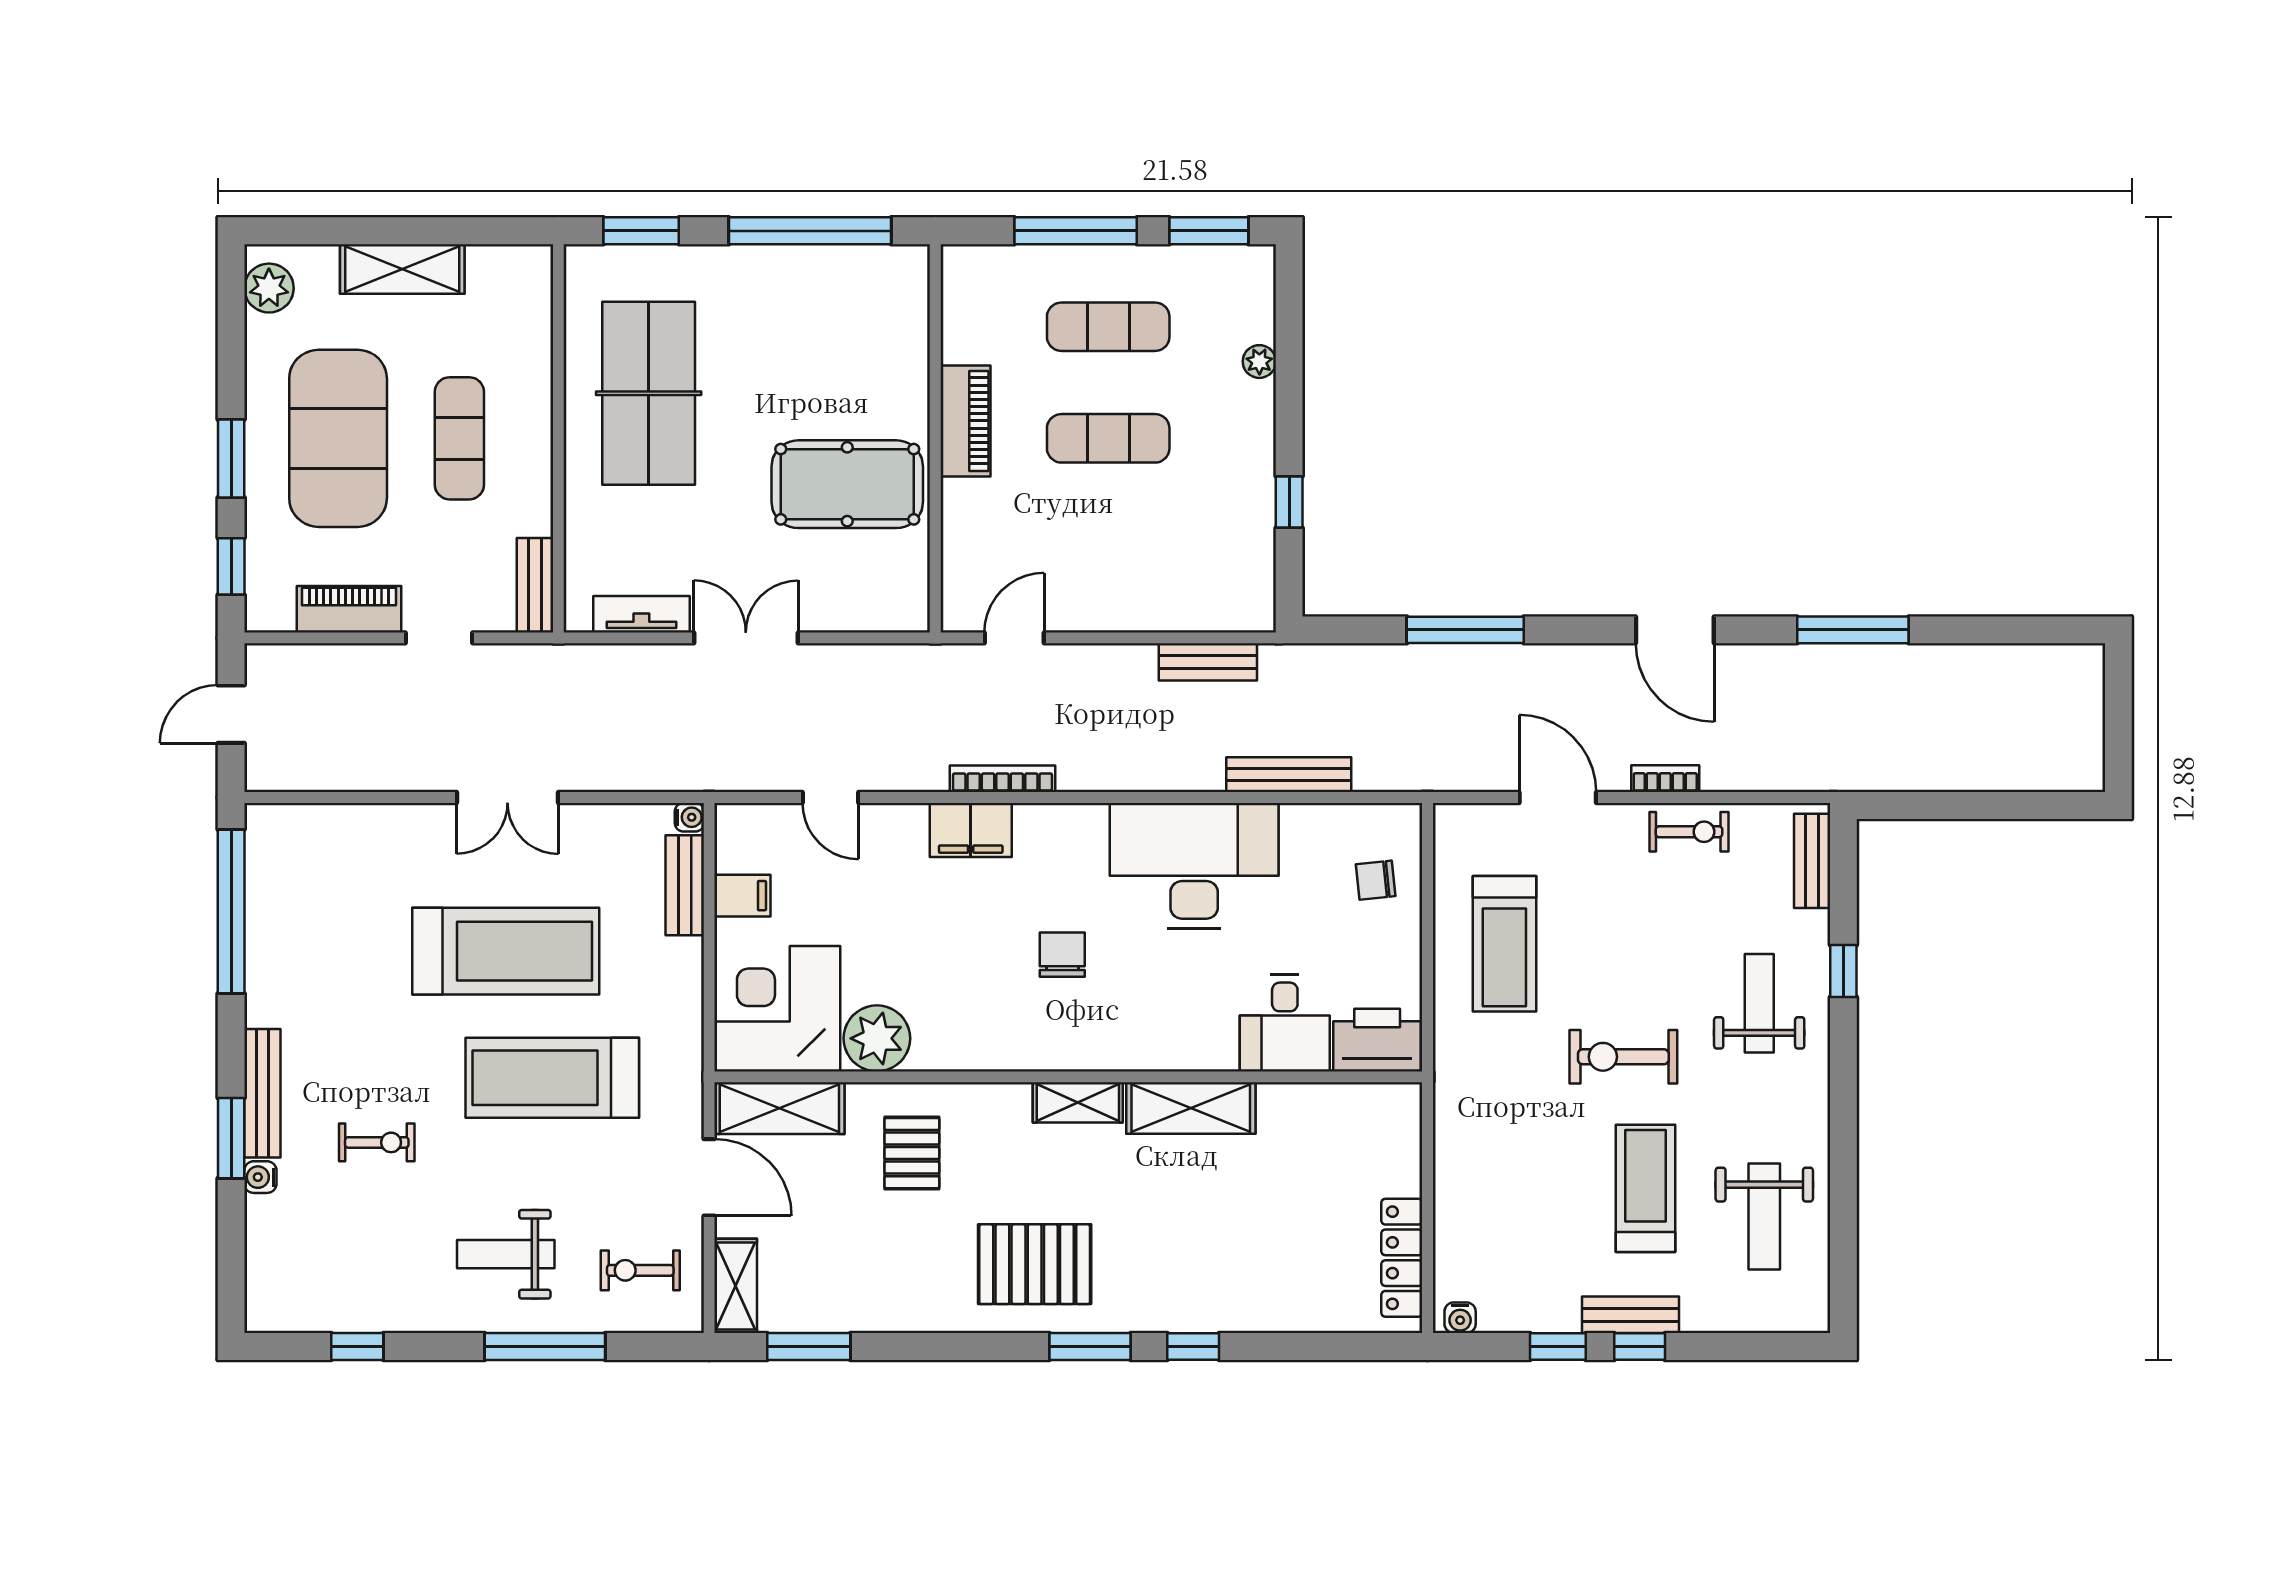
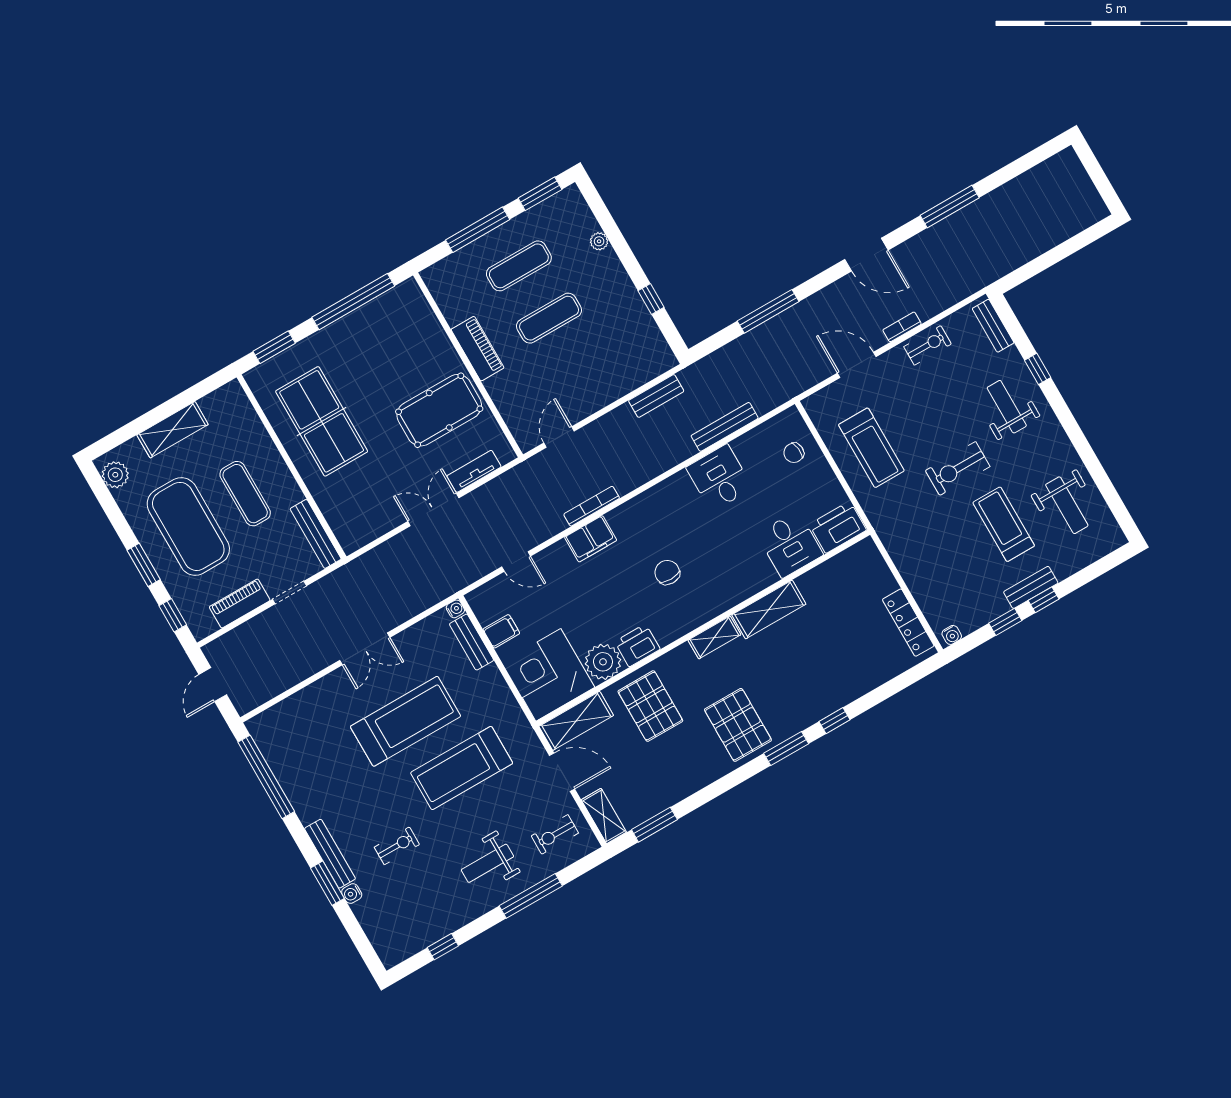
bench: (535, 585) -> (316, 534), width x1.36
tv unit: (641, 614) -> (474, 471), moved
desk: (1194, 866) -> (719, 478), width x0.53, depth x0.77
printer: (947, 1044) -> (637, 645), added
pallet: (912, 1153) -> (650, 706), width x1.50, depth x1.42
pallet: (1035, 1264) -> (738, 725), turned 90

